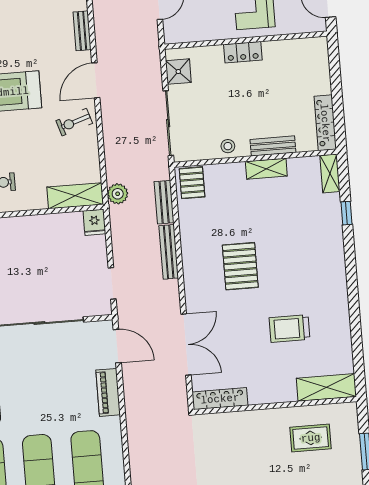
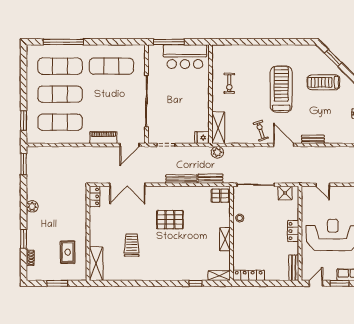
bench: (273, 146) -> (294, 268), moved
locker: (220, 399) -> (94, 196), width x0.66

